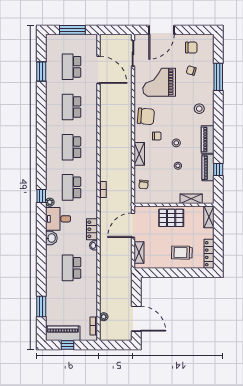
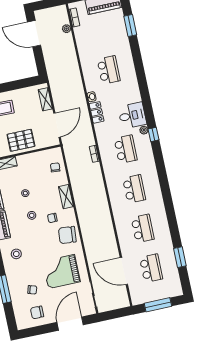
grand piano: (159, 82) -> (61, 271), turned 180
washbasin: (51, 238) -> (135, 95), removed

